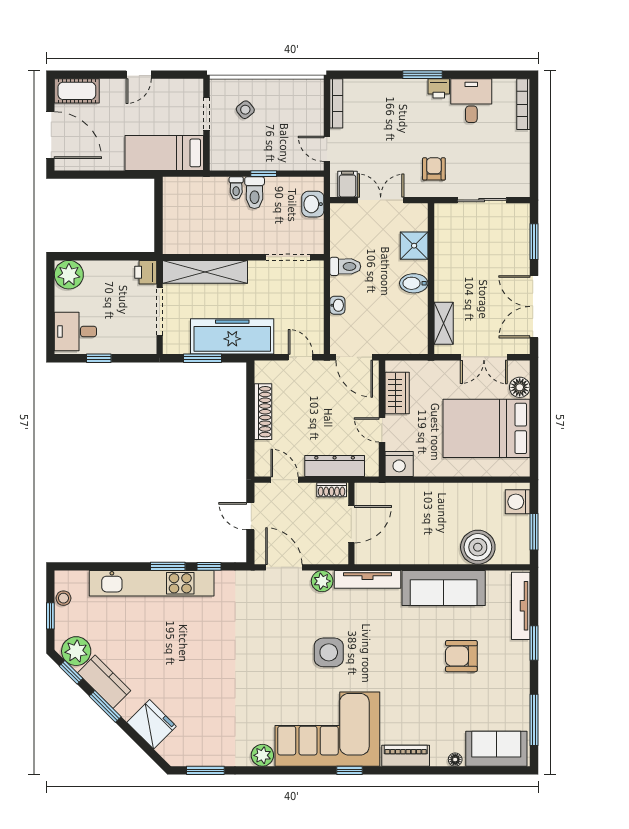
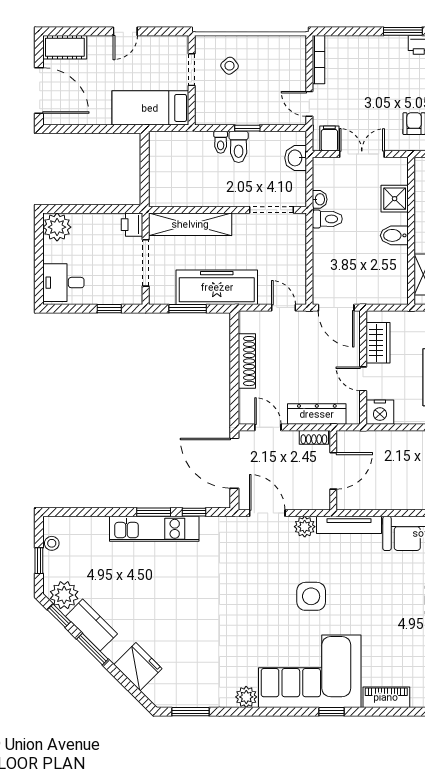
washbasin: (337, 305) -> (320, 199), moved
window: (99, 358) -> (109, 309), moved
door: (250, 516) -> (234, 463), width x1.87
kitchen unit: (152, 583) -> (154, 529), width x0.73

